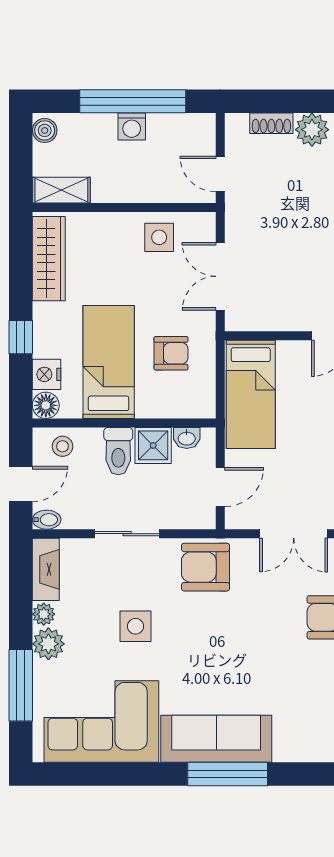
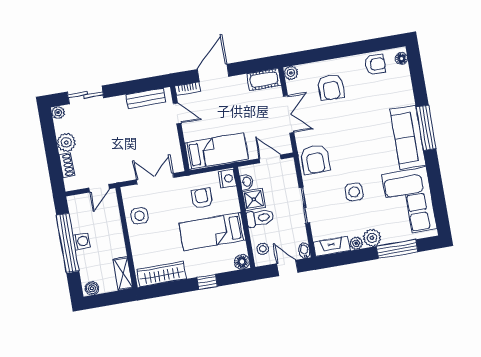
double door: (220, 276) -> (155, 179), swing flipped
nightstand: (47, 374) -> (227, 179), moved, turned -90

